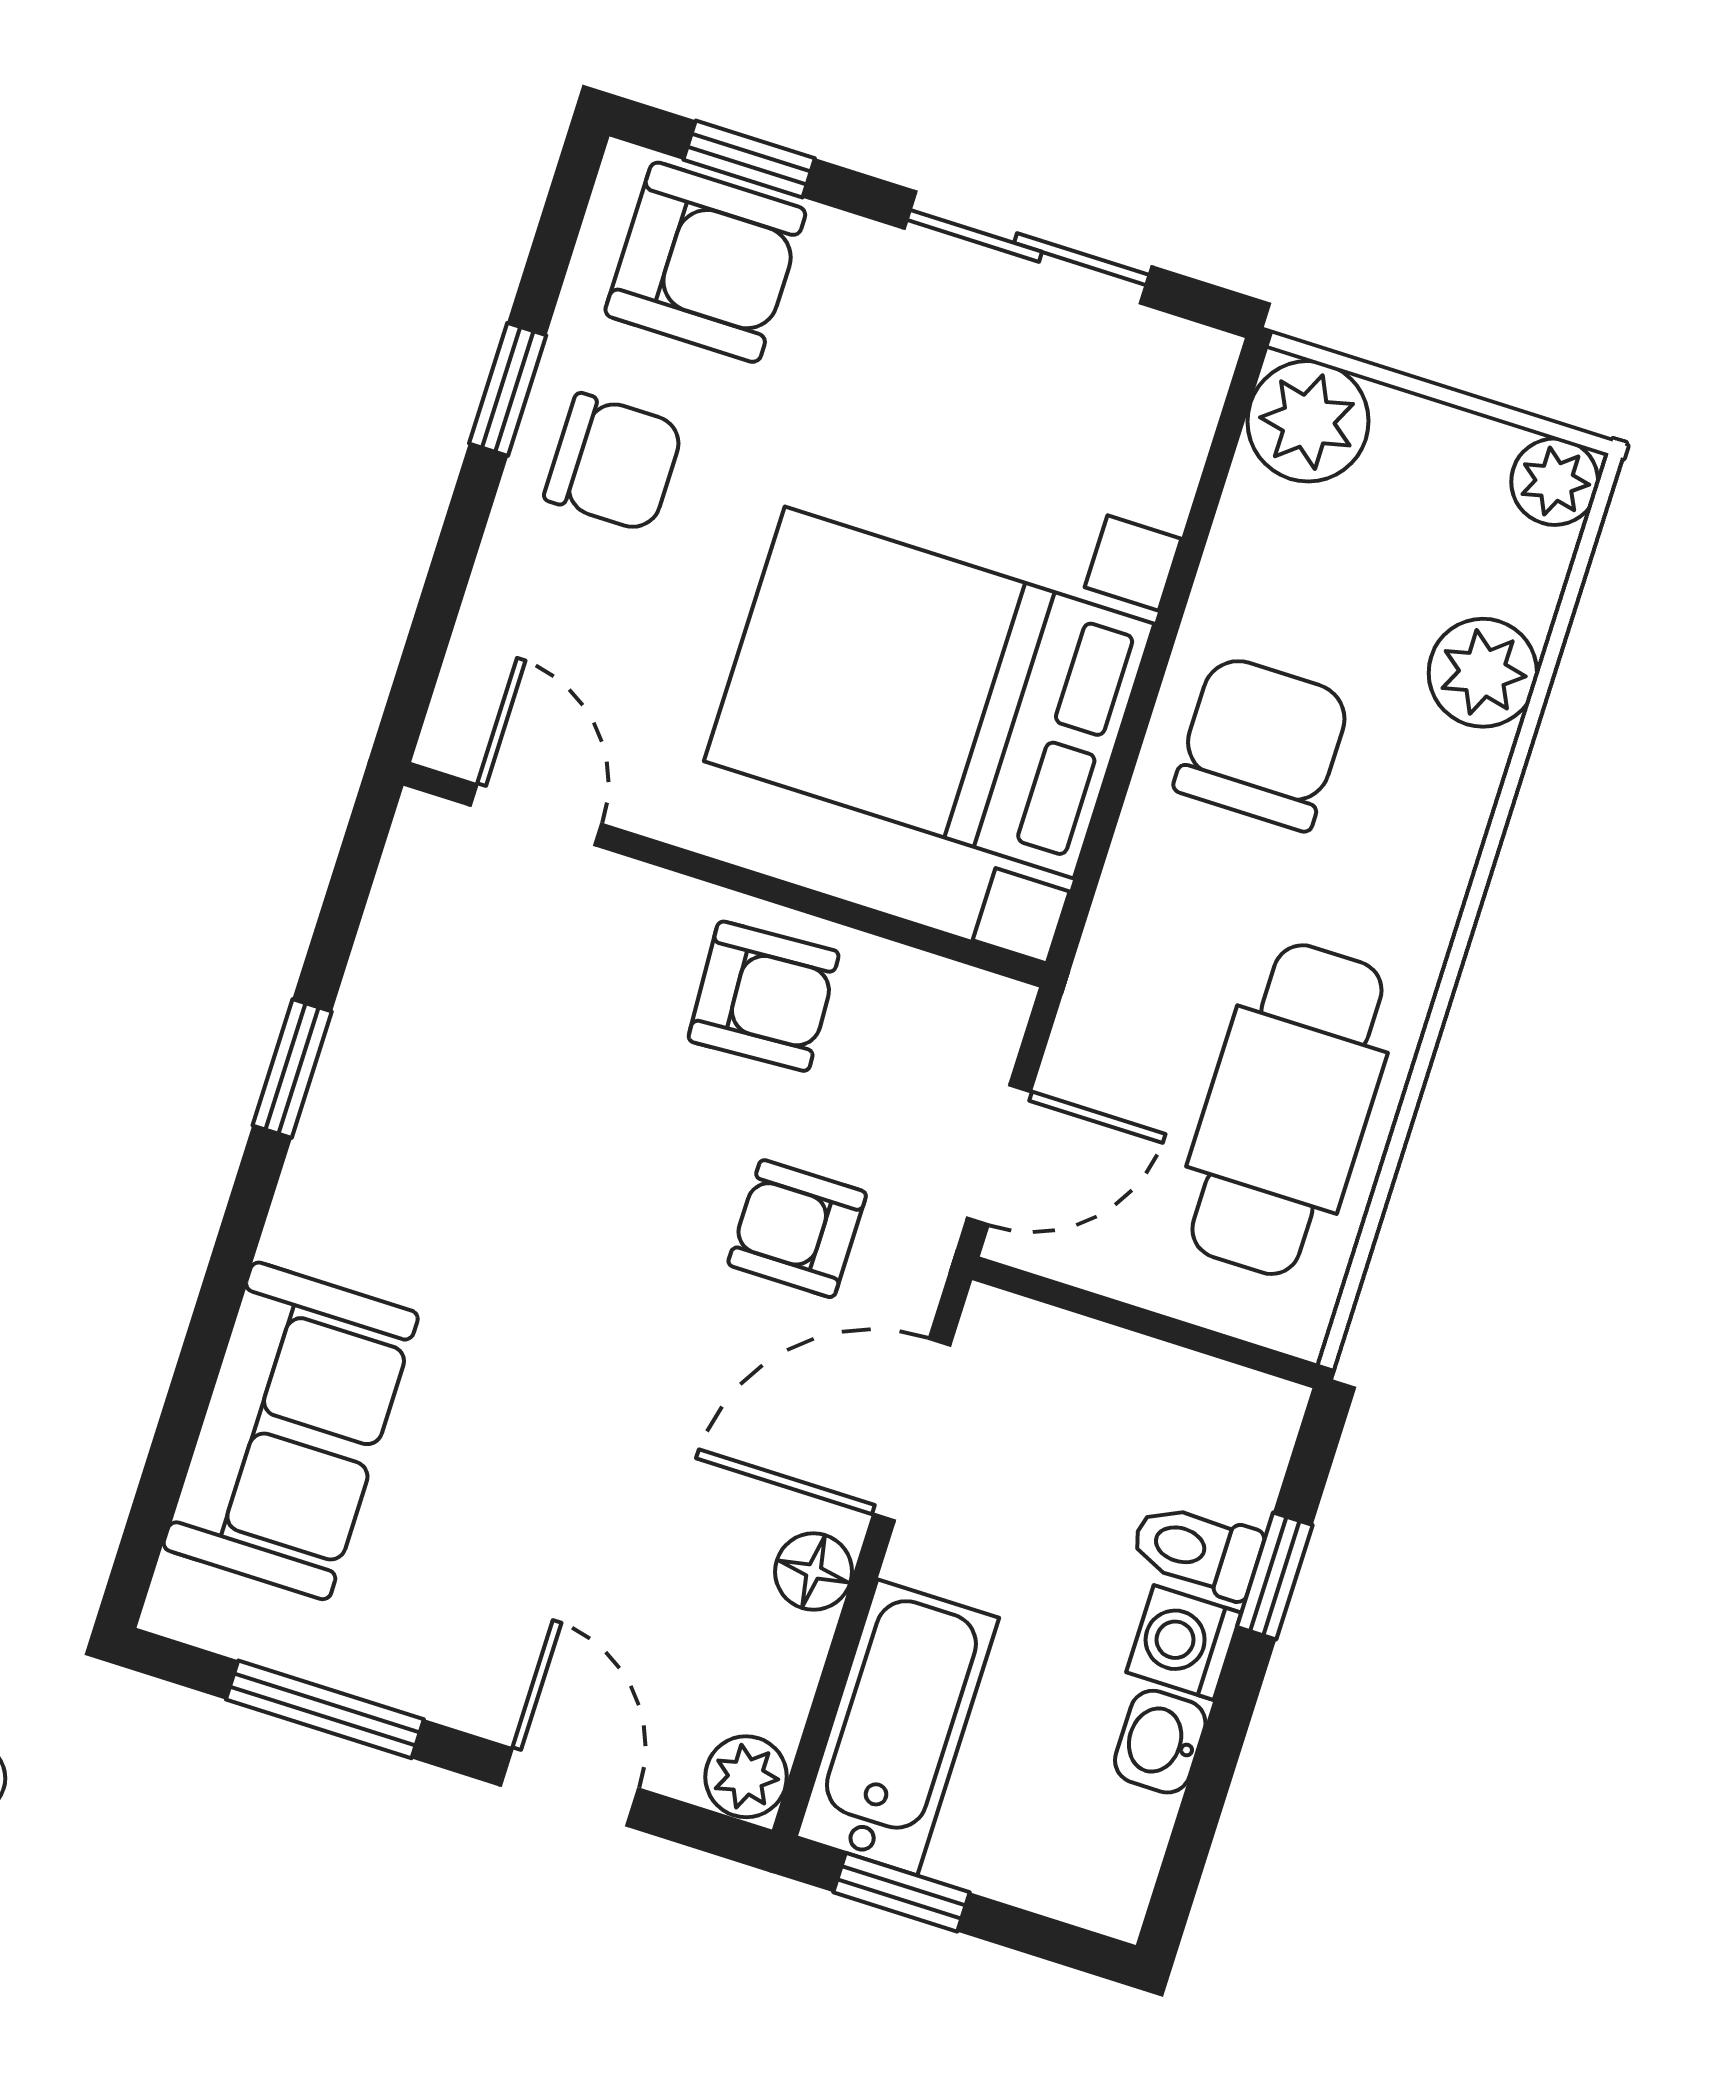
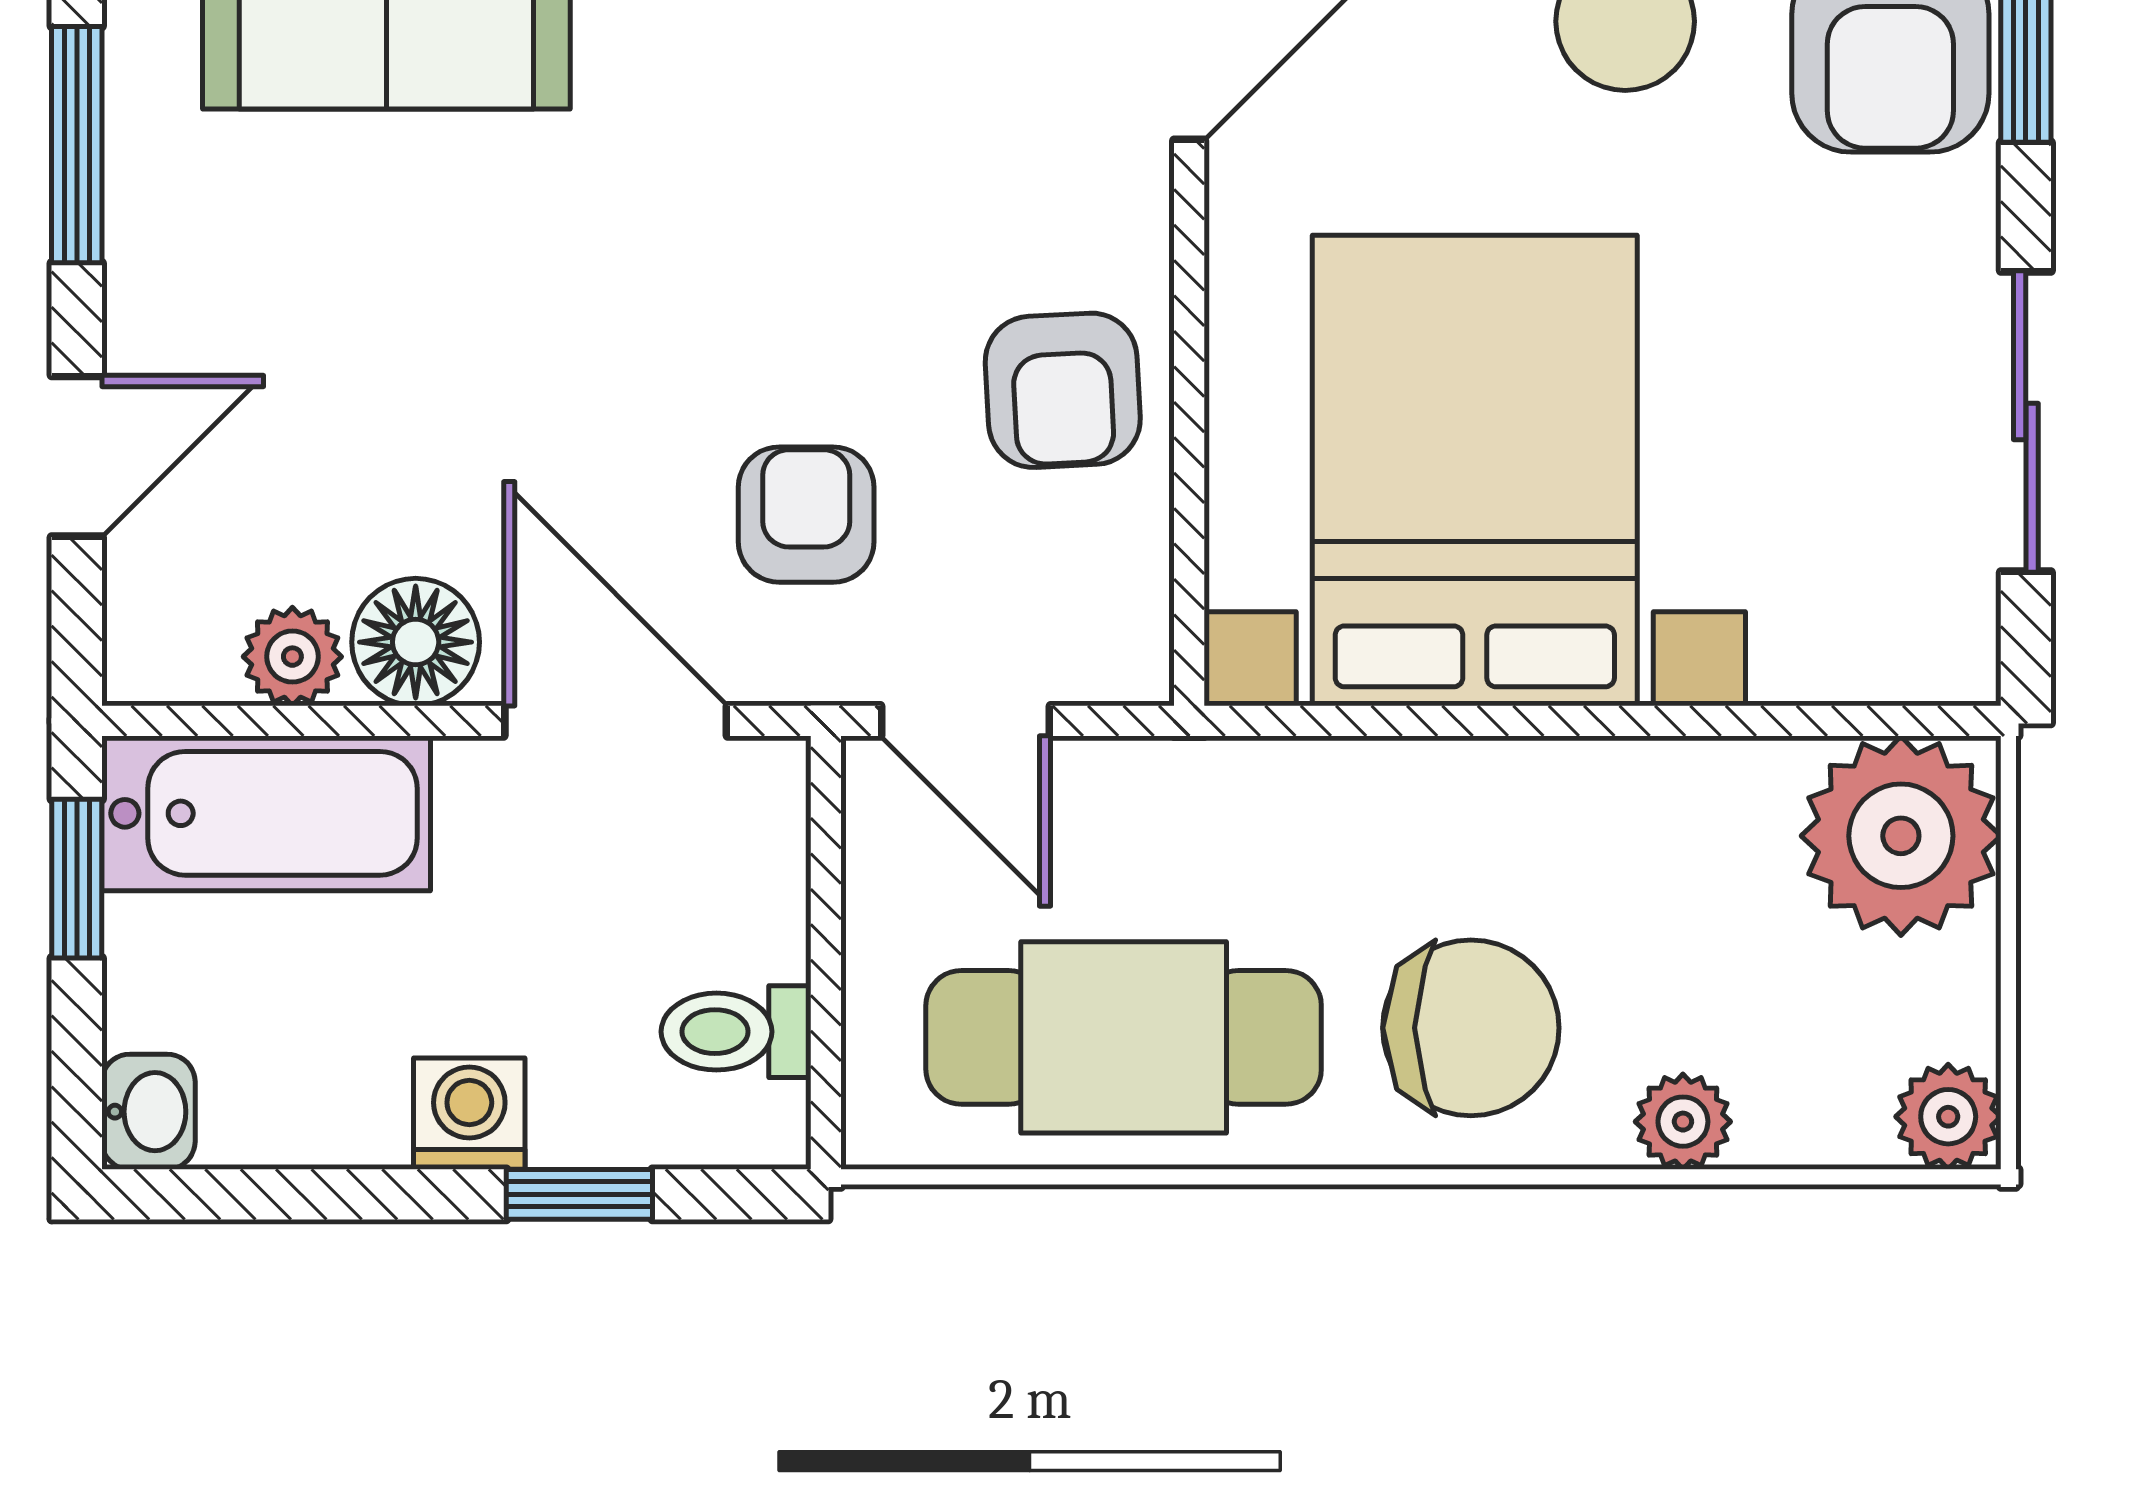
plant: (1308, 421) -> (1901, 836), width x1.36, depth x1.36
plant: (1483, 673) -> (1683, 1122), width x0.73, depth x0.73
chair: (1262, 743) -> (1471, 1028), moved
toilet: (1197, 1550) -> (736, 1032), moved, turned -90
floor lamp: (814, 1572) -> (416, 642), width x1.37, depth x1.37
washbasin: (1160, 1742) -> (148, 1112), moved, turned 90
plant: (746, 1777) -> (292, 657), moved

